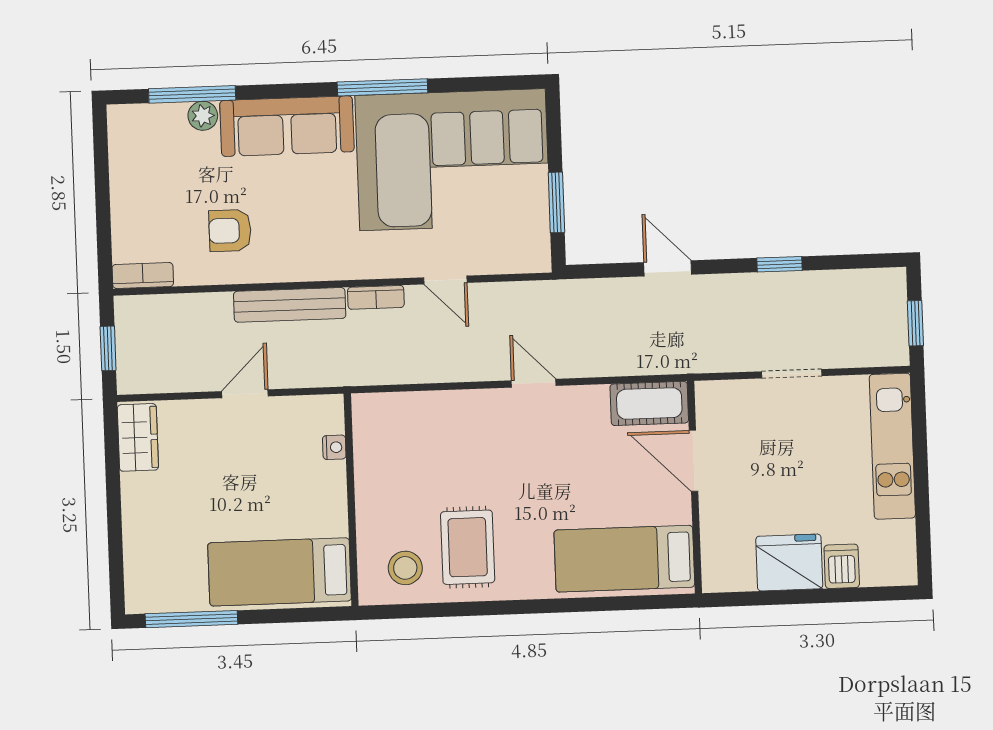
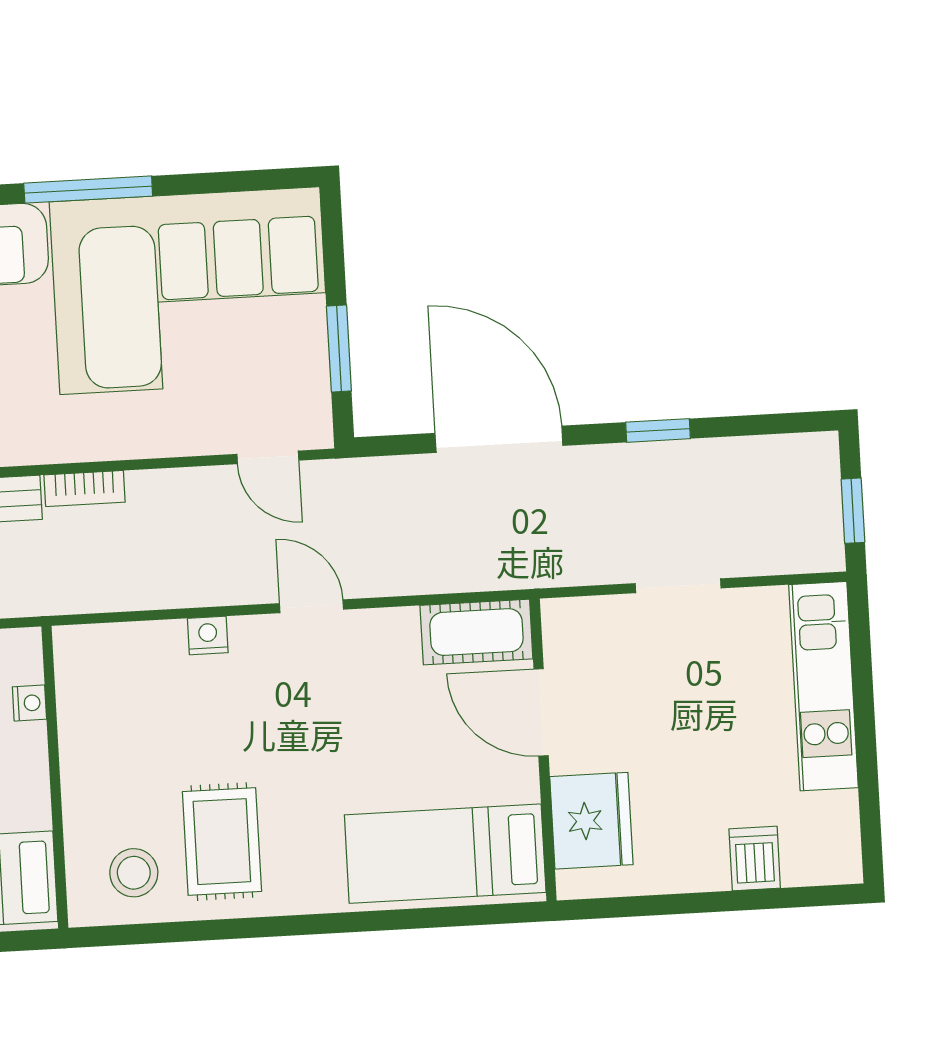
door: (668, 268) -> (499, 439), width x1.87
door: (445, 280) -> (268, 457), moved
nightstand: (460, 402) -> (208, 635), added
fridge: (789, 562) -> (591, 821), moved, turned 90

